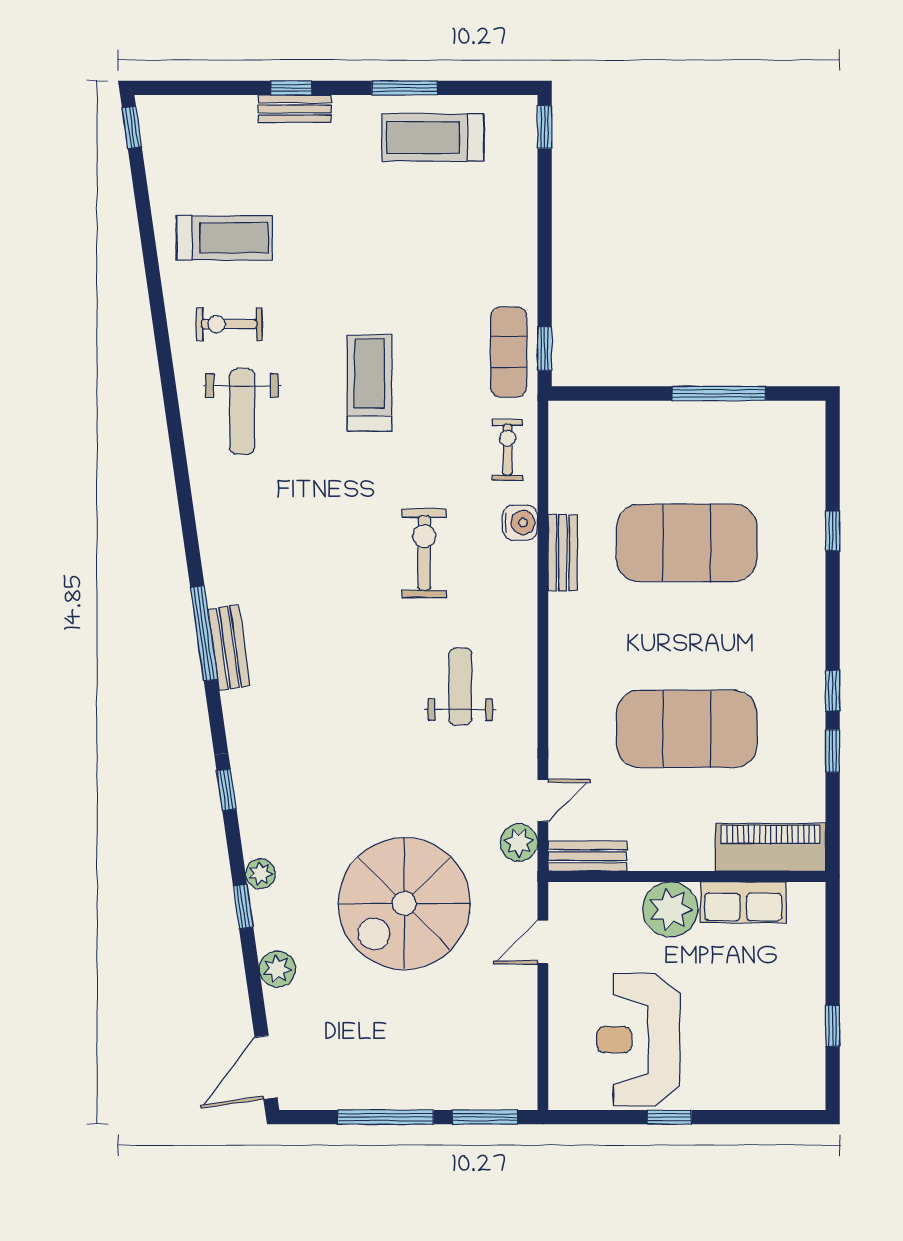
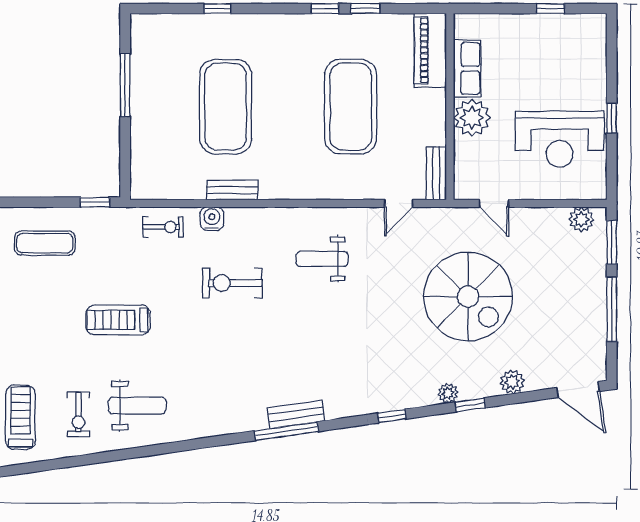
exercise mat: (509, 352) -> (45, 243), moved
exercise bike: (508, 450) -> (163, 227), turned 180
door: (543, 800) -> (399, 203), swing flipped
plant: (519, 843) -> (581, 219), moved

